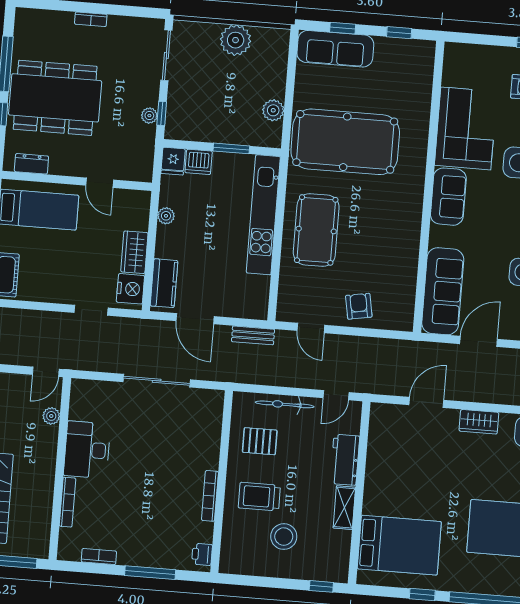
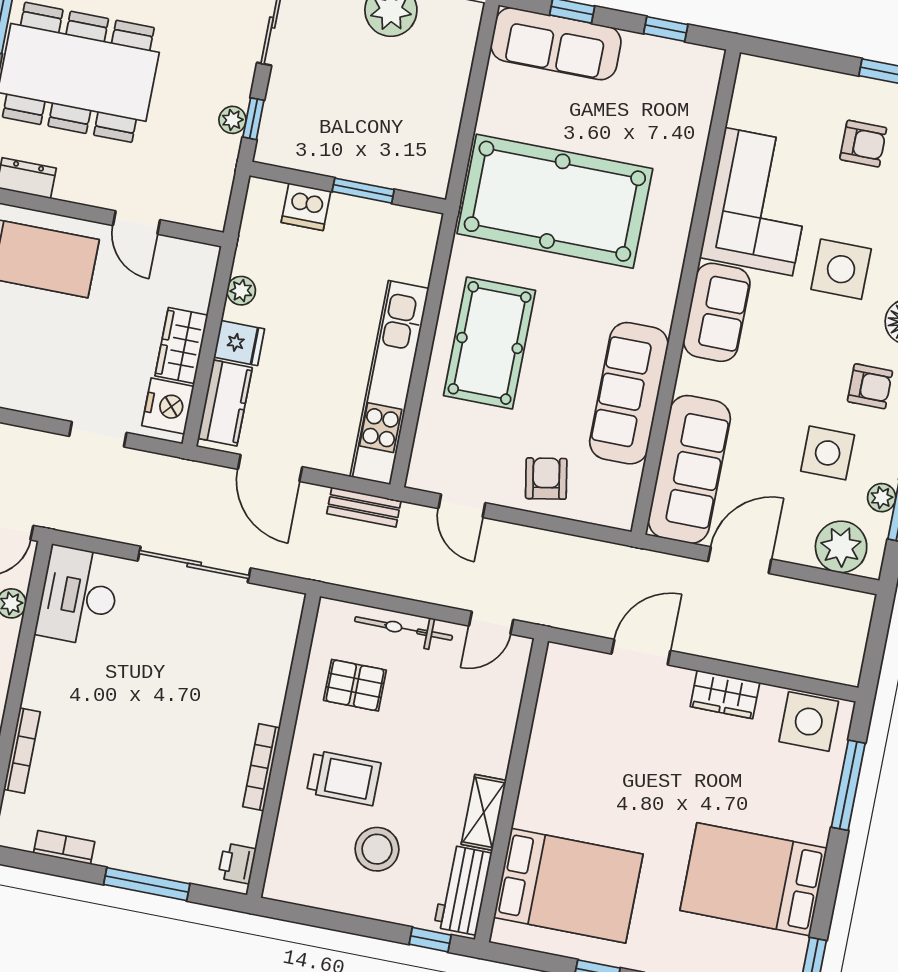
plant: (273, 110) -> (440, 135), removed
fridge: (173, 161) -> (239, 343), moved, turned -90
kitchen unit: (263, 215) -> (389, 383), moved
sofa: (402, 250) -> (629, 393), added
desk: (87, 450) -> (79, 596), moved
workbench: (345, 460) -> (463, 890), moved
trolley: (259, 497) -> (344, 778), turned 180

